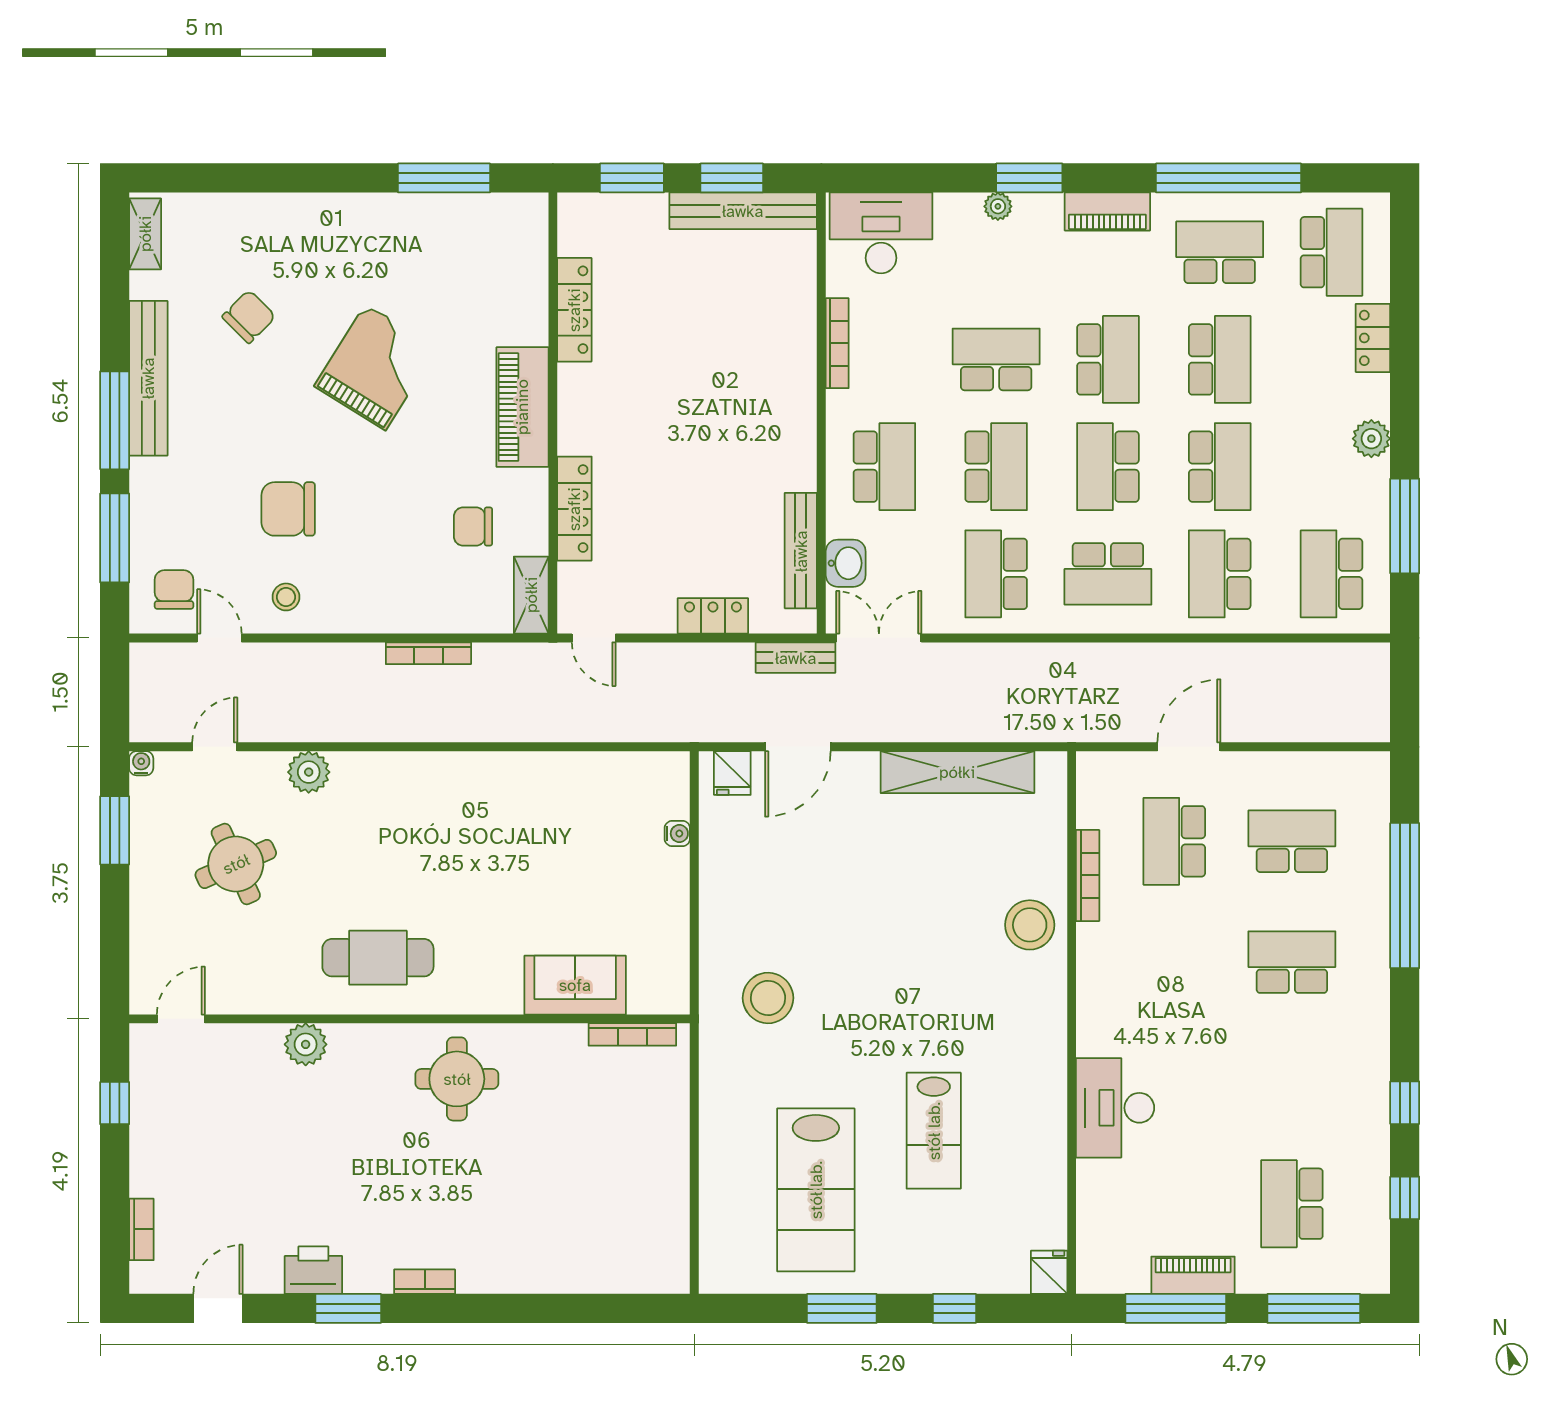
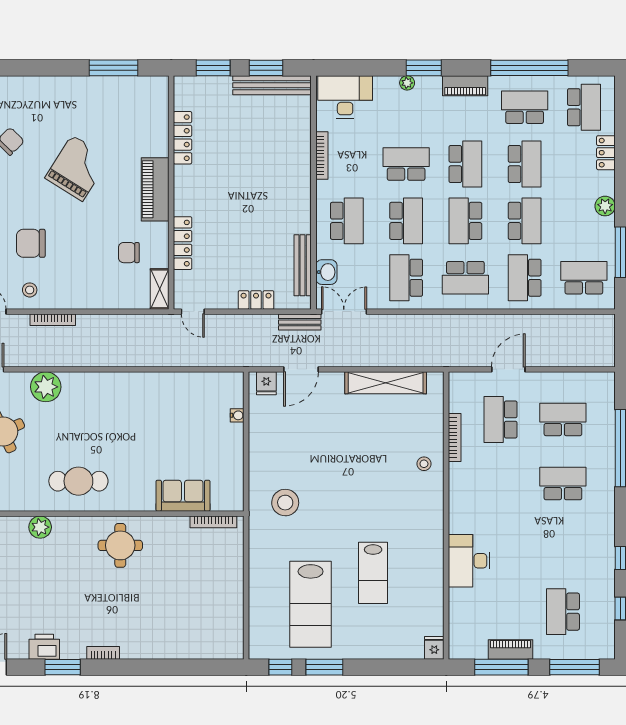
school desk: (1331, 574) -> (584, 278), turned 90
bookcase: (428, 653) -> (53, 320), moved
plant: (309, 772) -> (46, 387), width x1.36, depth x1.36
stool: (1030, 925) -> (424, 464), width x0.53, depth x0.53
window: (954, 1308) -> (280, 667), moved

